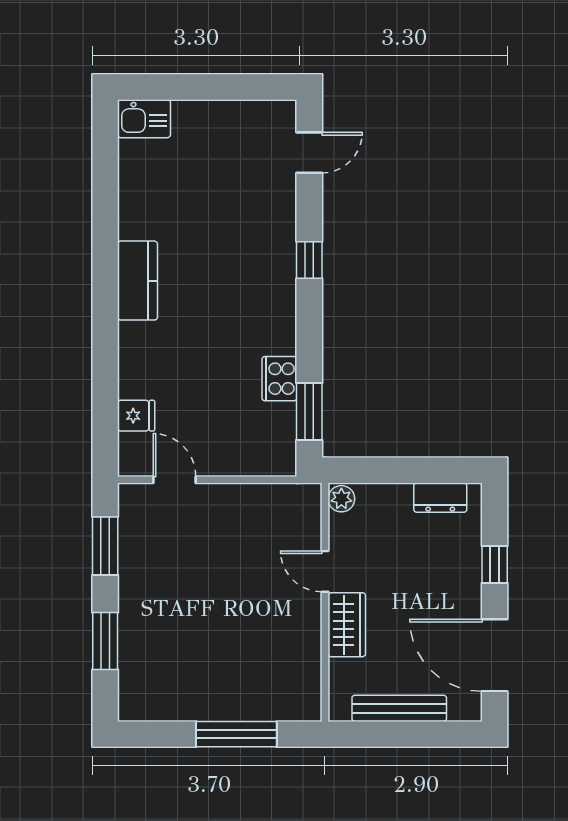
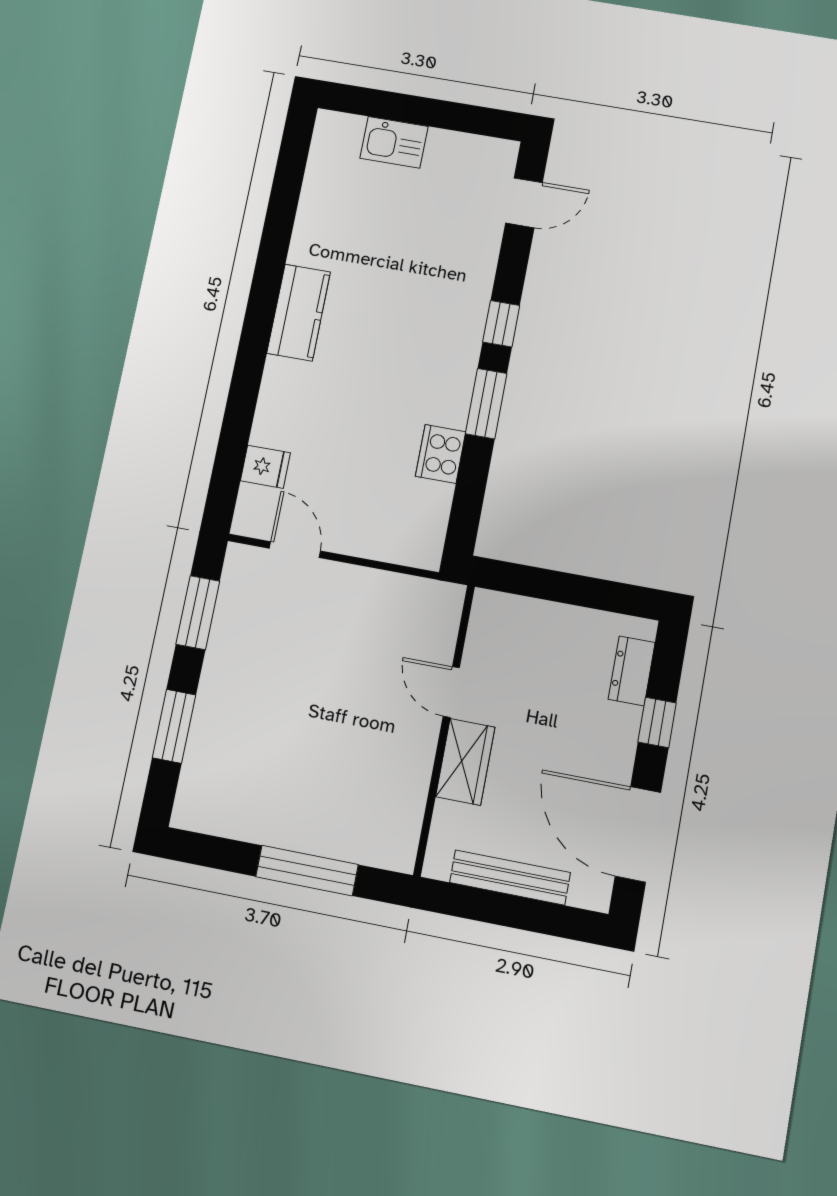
kitchen sink: (144, 119) -> (394, 142), moved
window: (309, 411) -> (486, 404), moved
dresser: (440, 498) -> (632, 671), moved, turned 90
plant: (341, 499) -> (487, 609), removed

